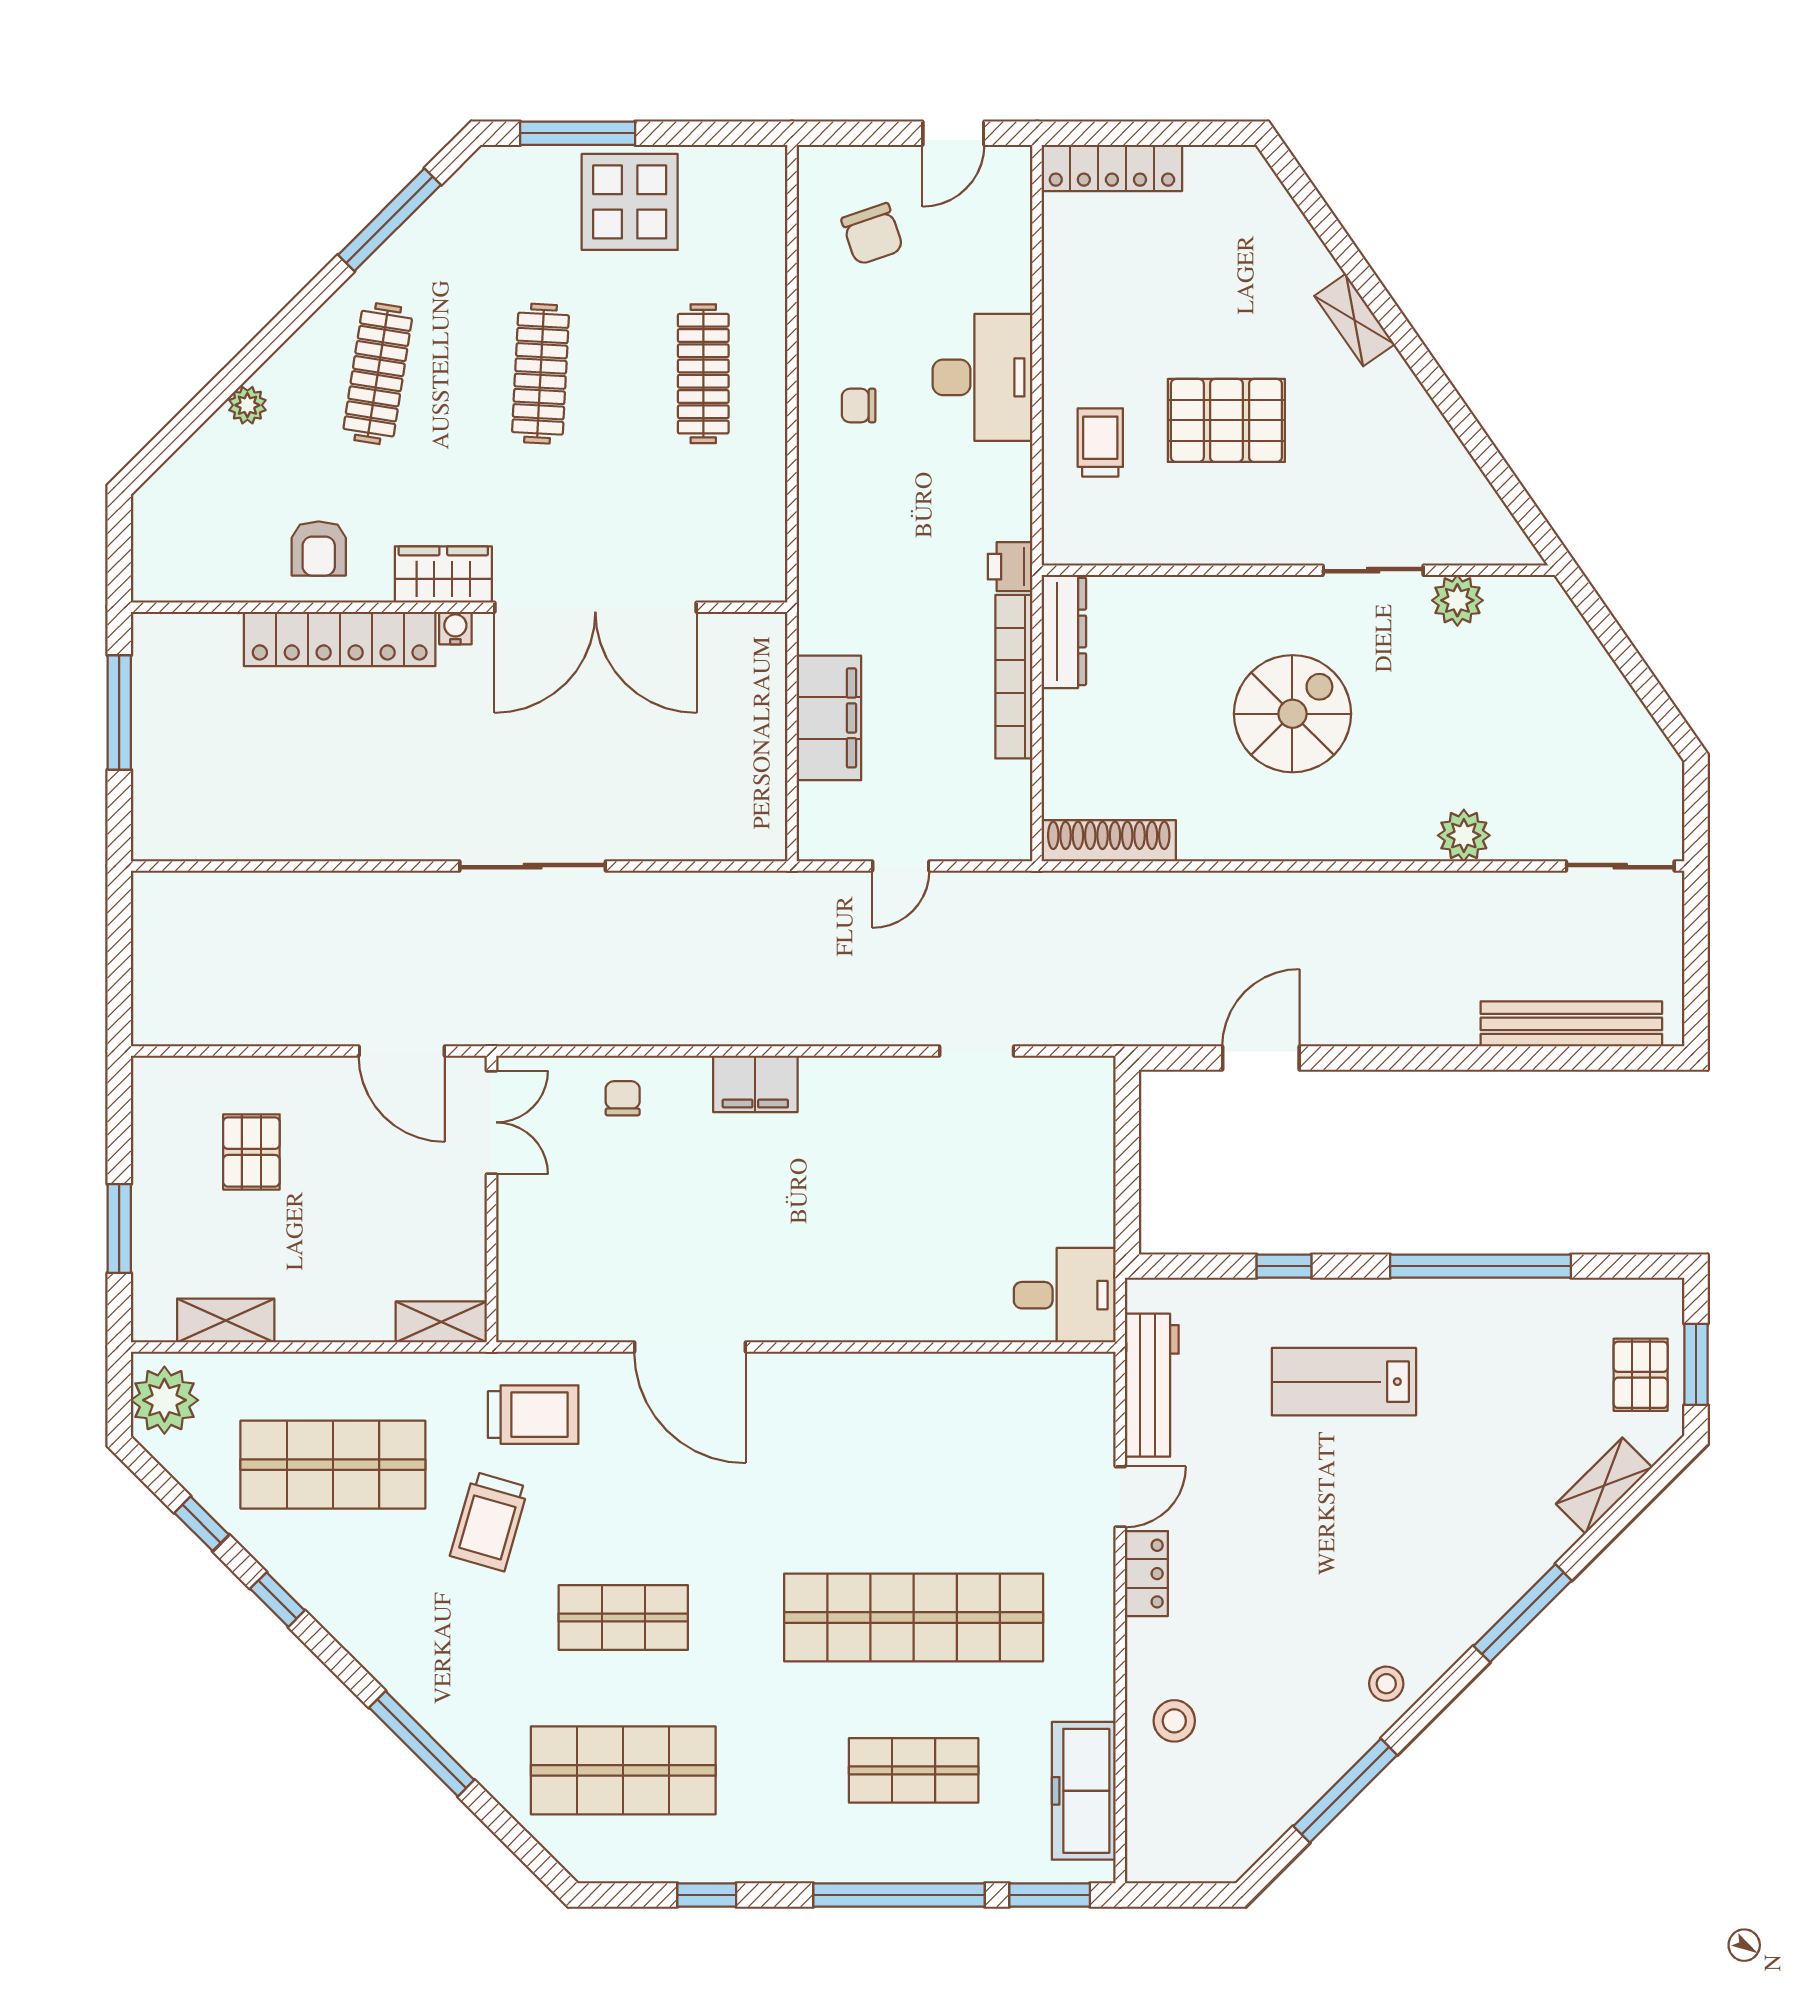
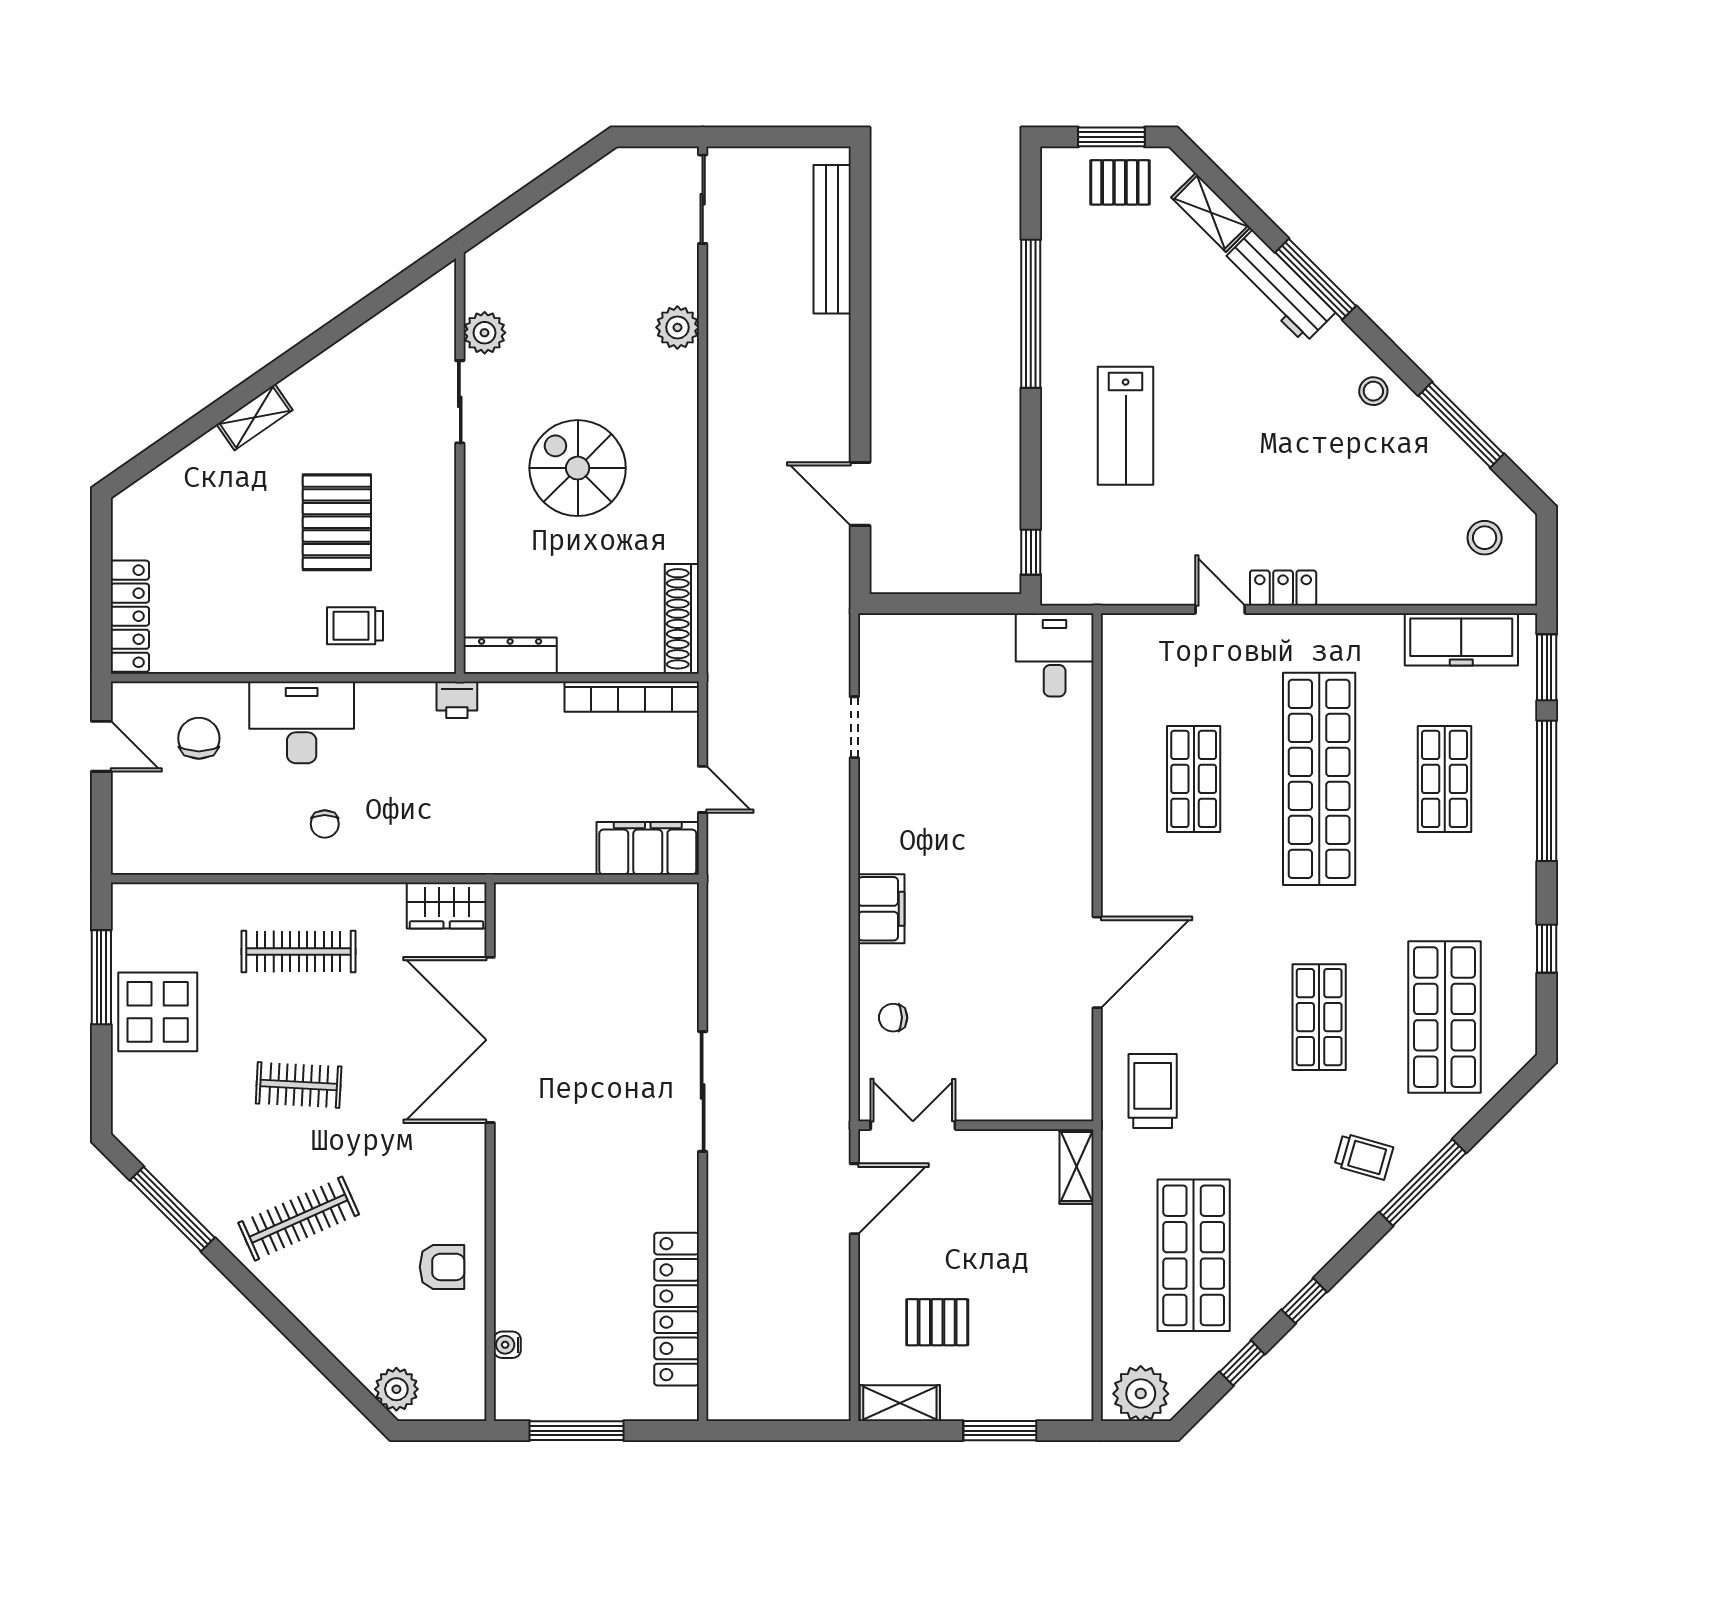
window: (578, 133) -> (101, 977), moved
chair: (872, 234) -> (199, 738), moved, turned -71
clothes rail: (378, 374) -> (299, 1219), turned -33
clothes rail: (540, 374) -> (299, 1085), width x0.73
plant: (247, 405) -> (396, 1389), moved, width x1.38, depth x1.38
wardrobe: (443, 574) -> (447, 906), moved, turned -90
double door: (595, 607) -> (490, 1040), swing flipped
water cooler: (455, 628) -> (507, 1345), moved
locker: (340, 639) -> (677, 1309), moved, turned 180
bookcase: (1014, 677) -> (632, 697), moved
filing cabinet: (829, 718) -> (648, 848), moved
window: (1284, 1266) -> (1031, 552), moved
shelving: (226, 1320) -> (900, 1403), moved, turned 90
workbench: (1152, 1385) -> (1279, 287), moved, turned -135
shop shelf: (914, 1465) -> (1194, 779), added
trolley: (489, 1521) -> (1364, 1156), moved, width x0.73, depth x0.72
stool: (1174, 1721) -> (1485, 538), moved

